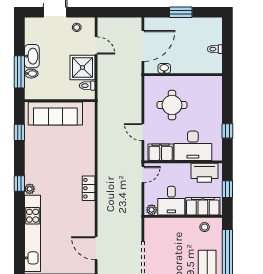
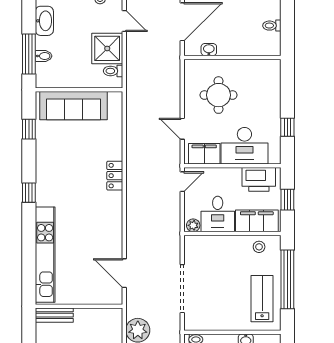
washbasin: (32, 56) -> (44, 21), moved
locker: (89, 188) -> (115, 176), moved
plant: (30, 189) -> (42, 199), removed

